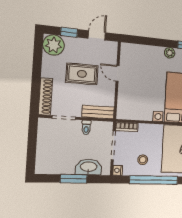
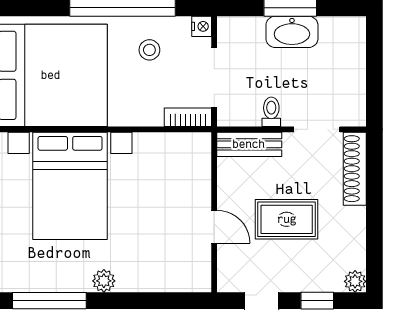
plant: (54, 45) -> (355, 281), width x0.53, depth x0.53
washbasin: (89, 167) -> (292, 32), moved

